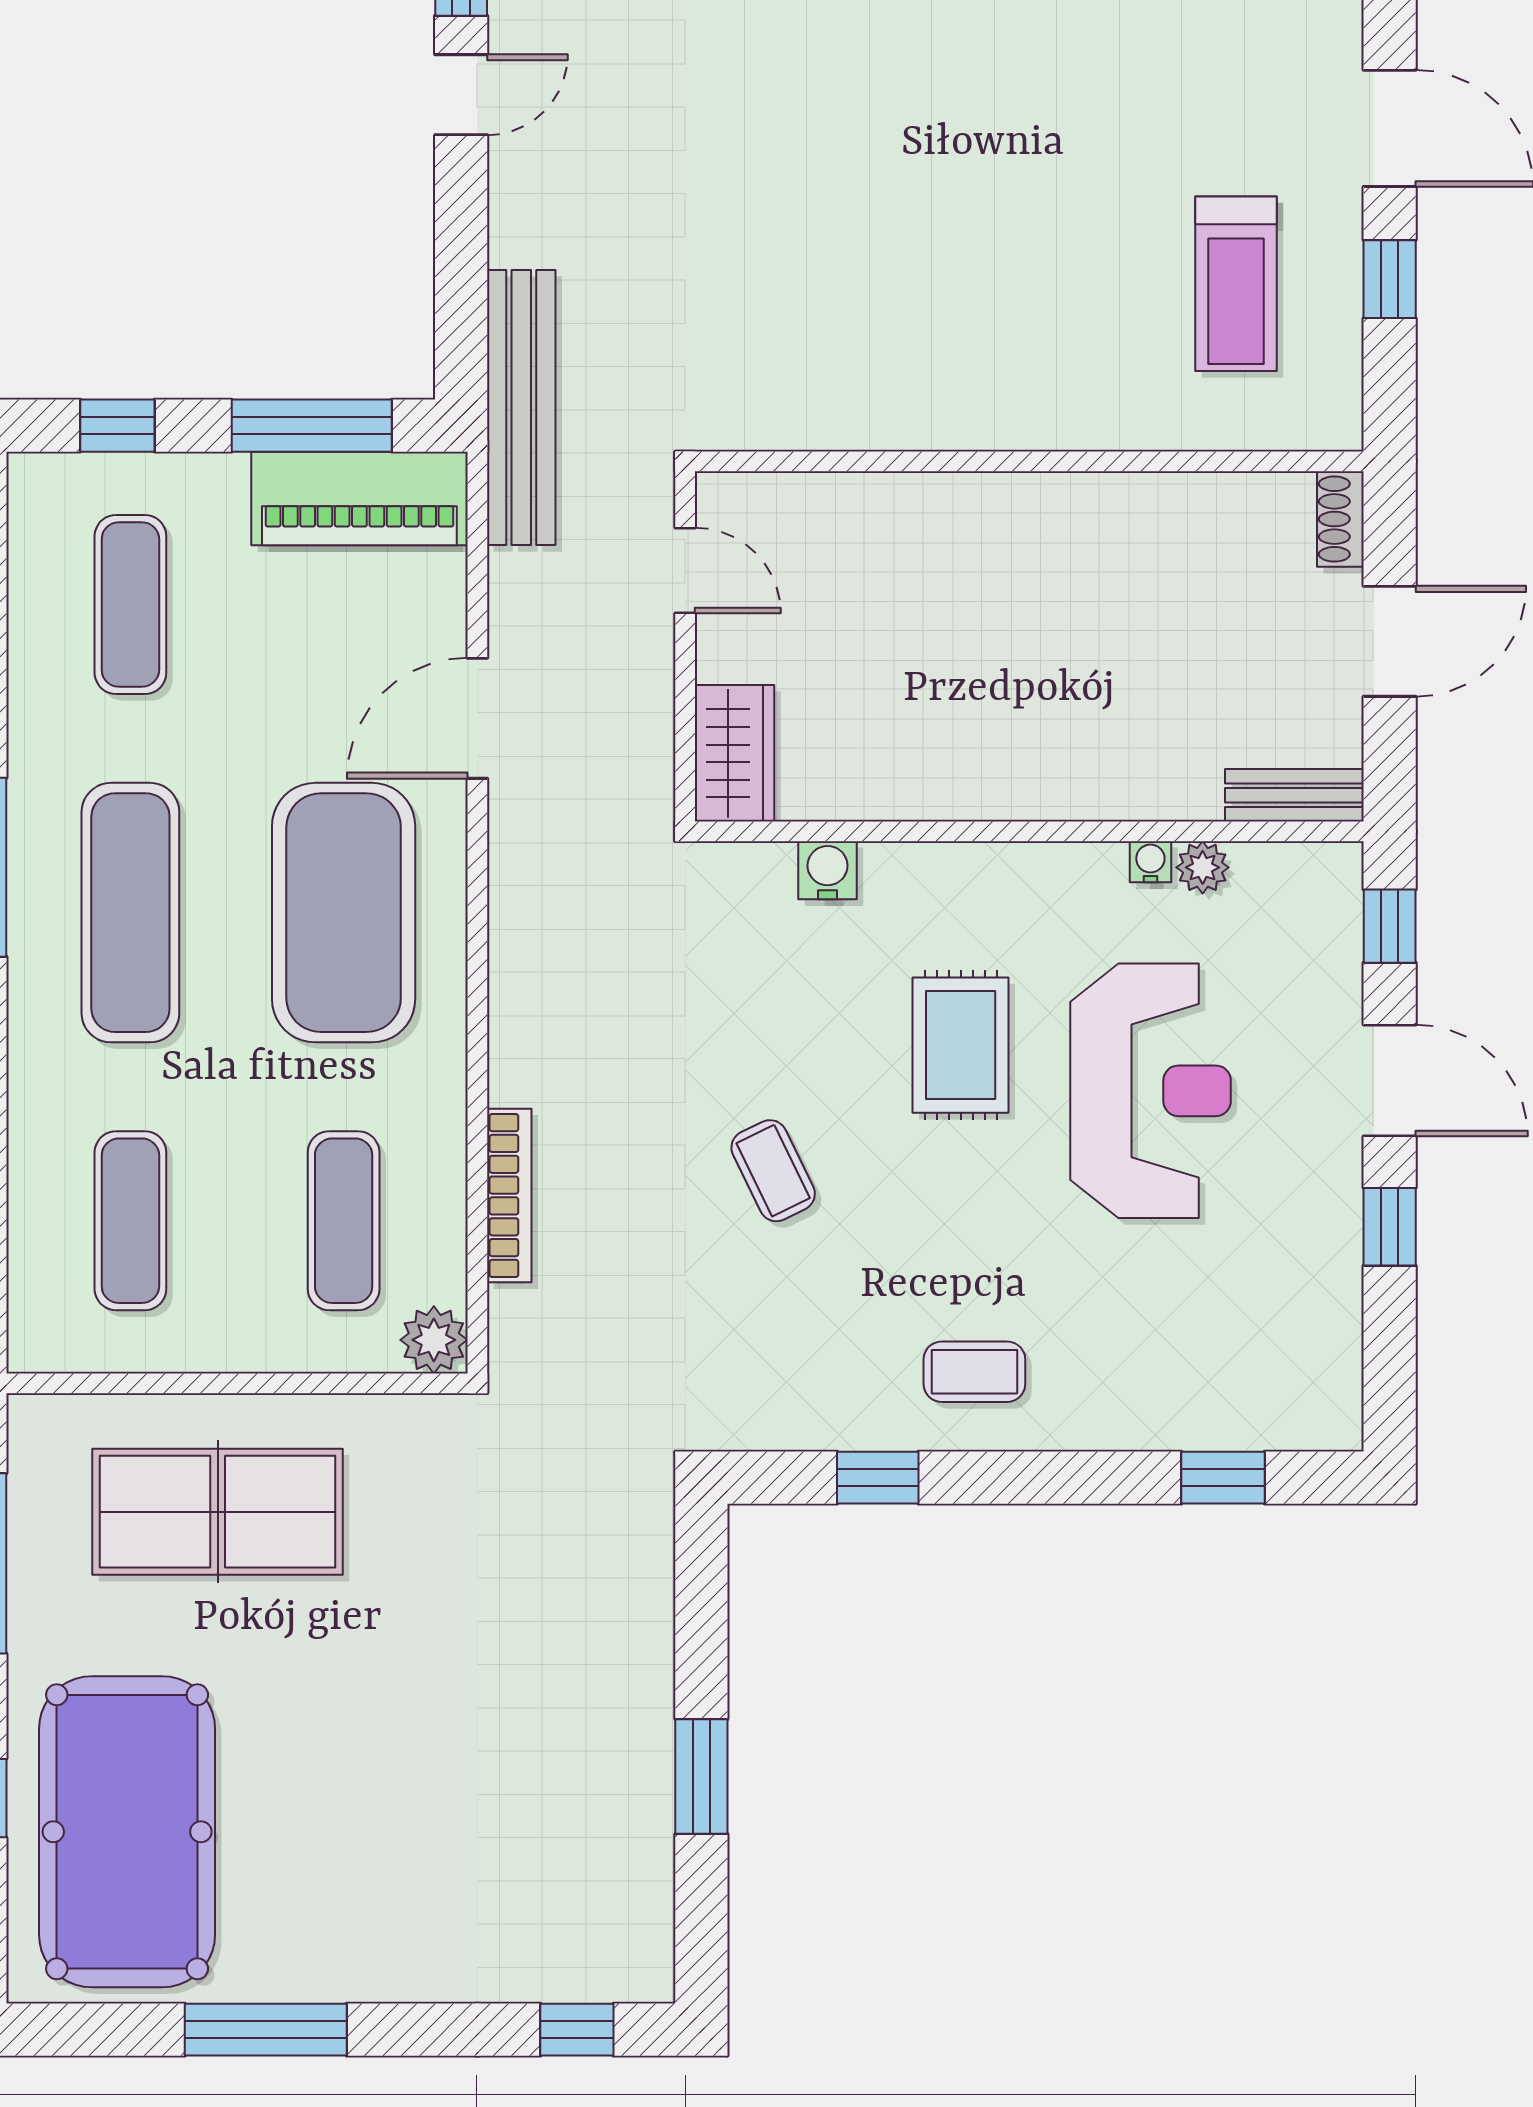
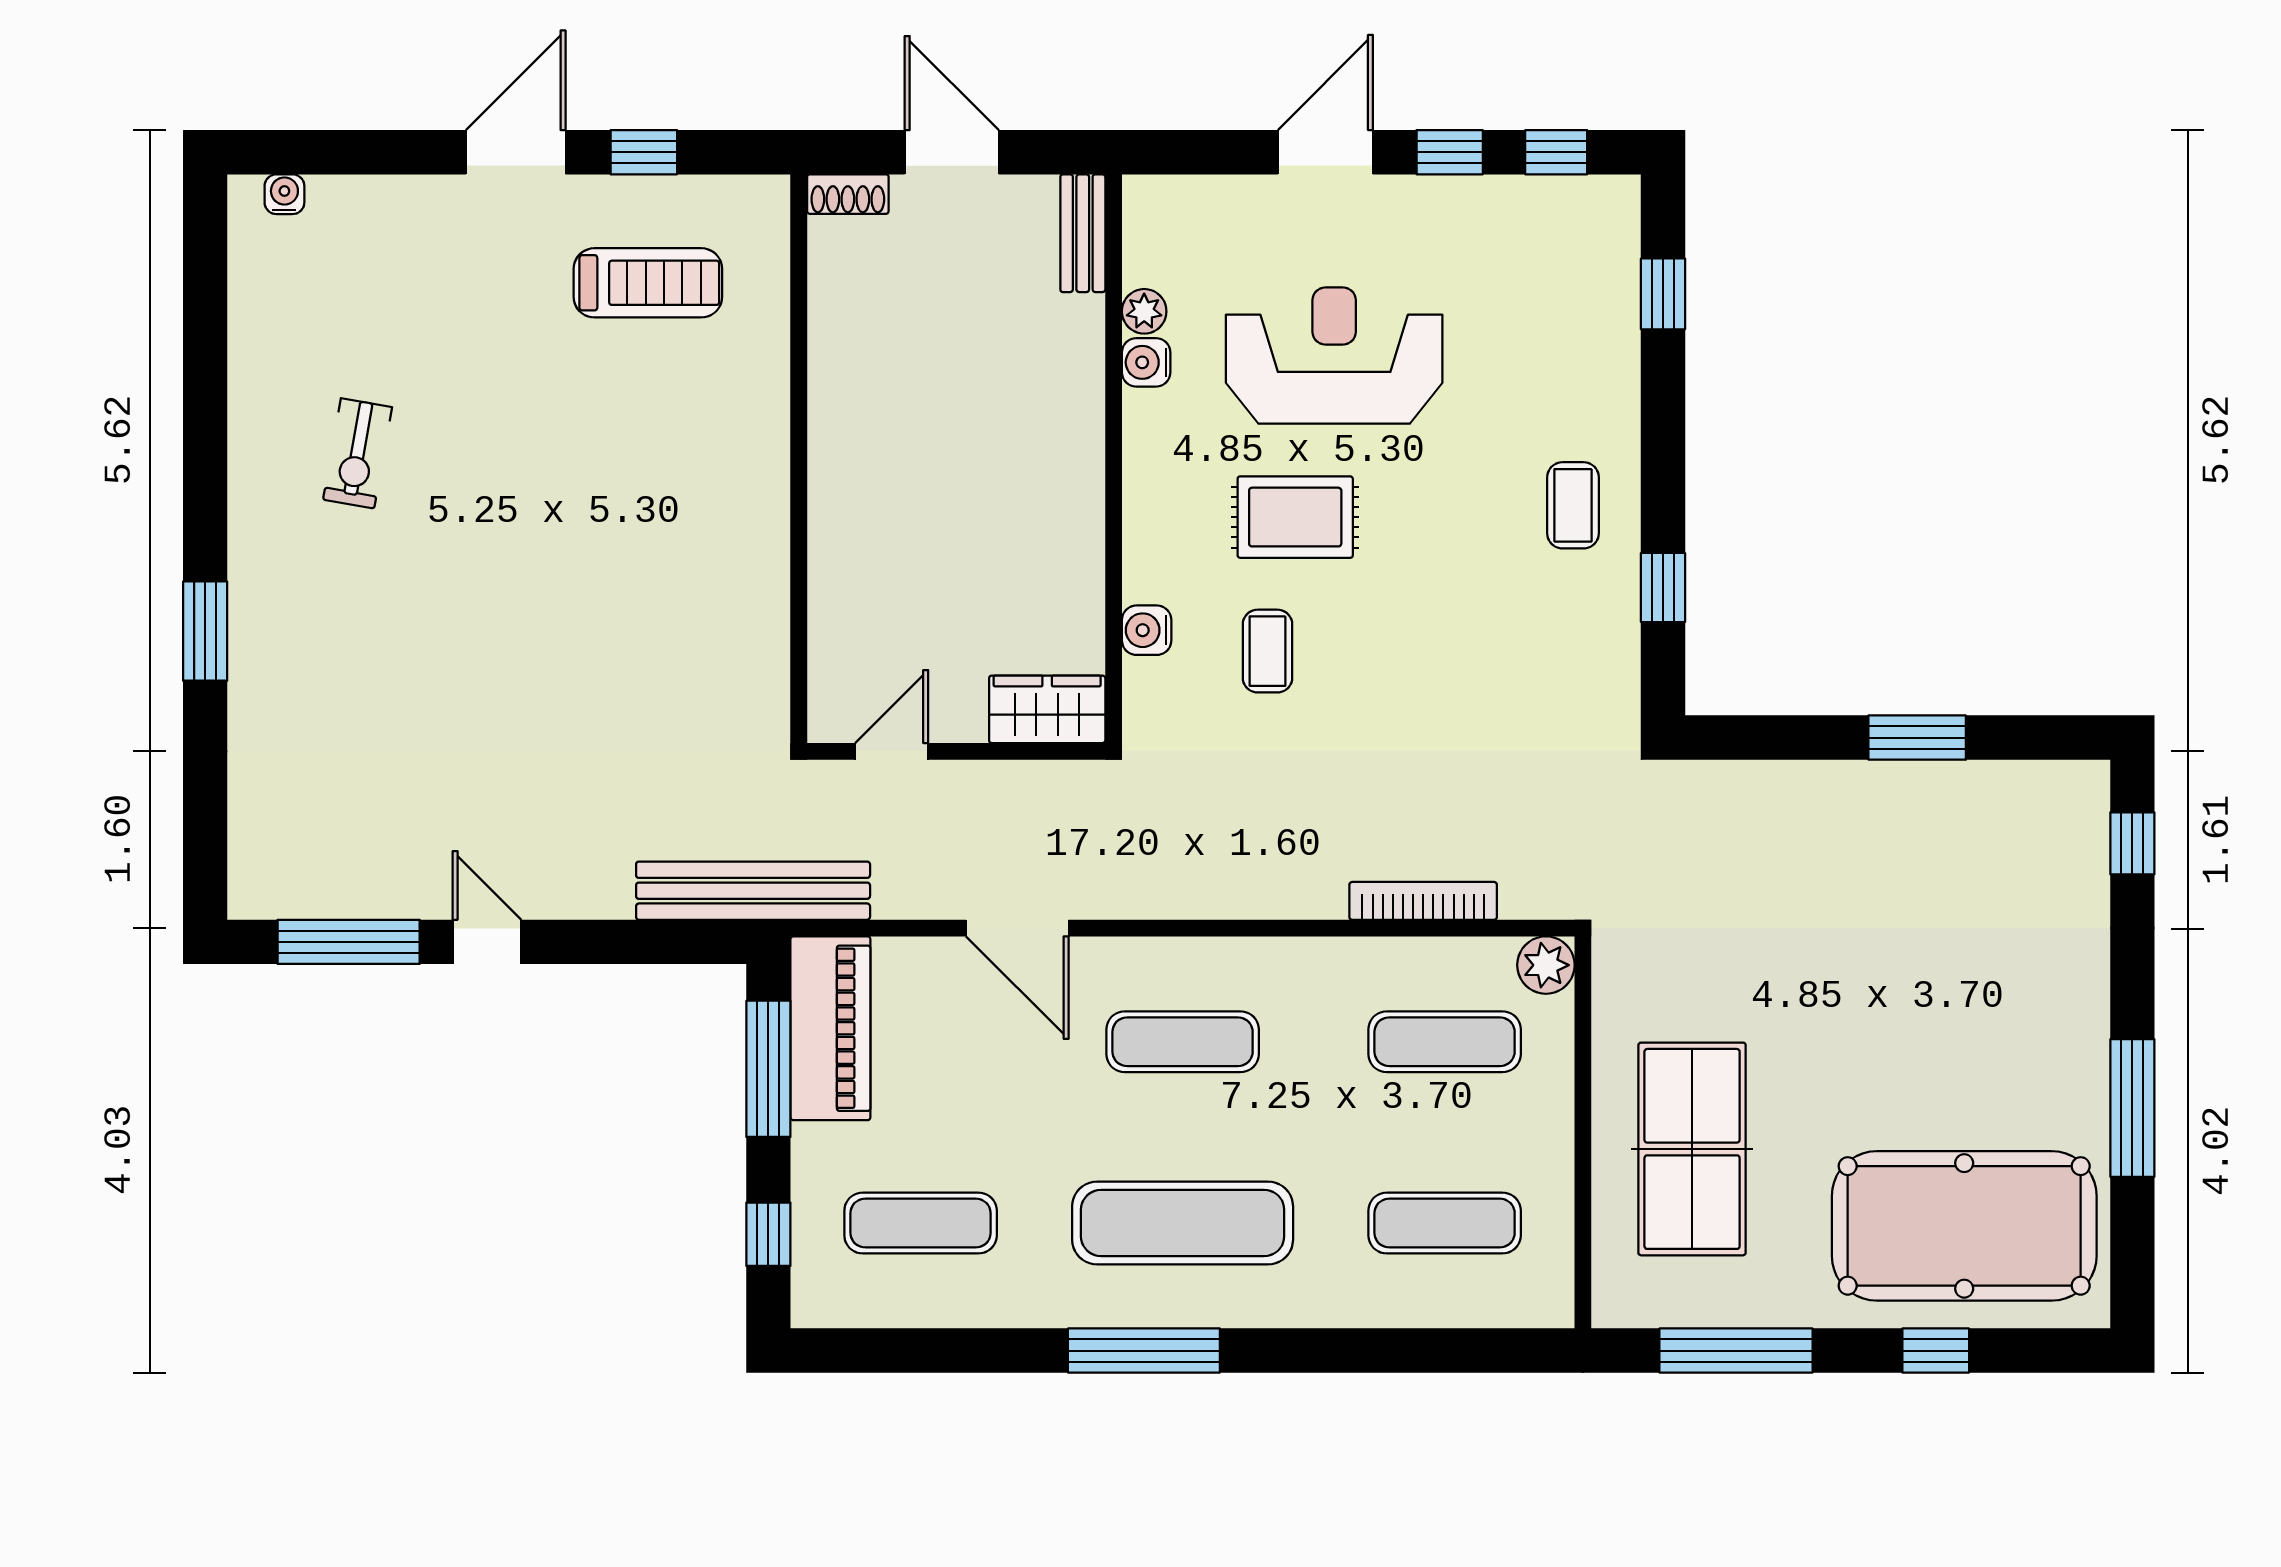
water cooler: (1150, 862) -> (1146, 362), width x1.38, depth x1.38
exercise mat: (344, 913) -> (1183, 1042), width x0.50, depth x0.69
window: (1390, 926) -> (1556, 152), moved
coffee table: (773, 1171) -> (1268, 651), moved, turned -64

